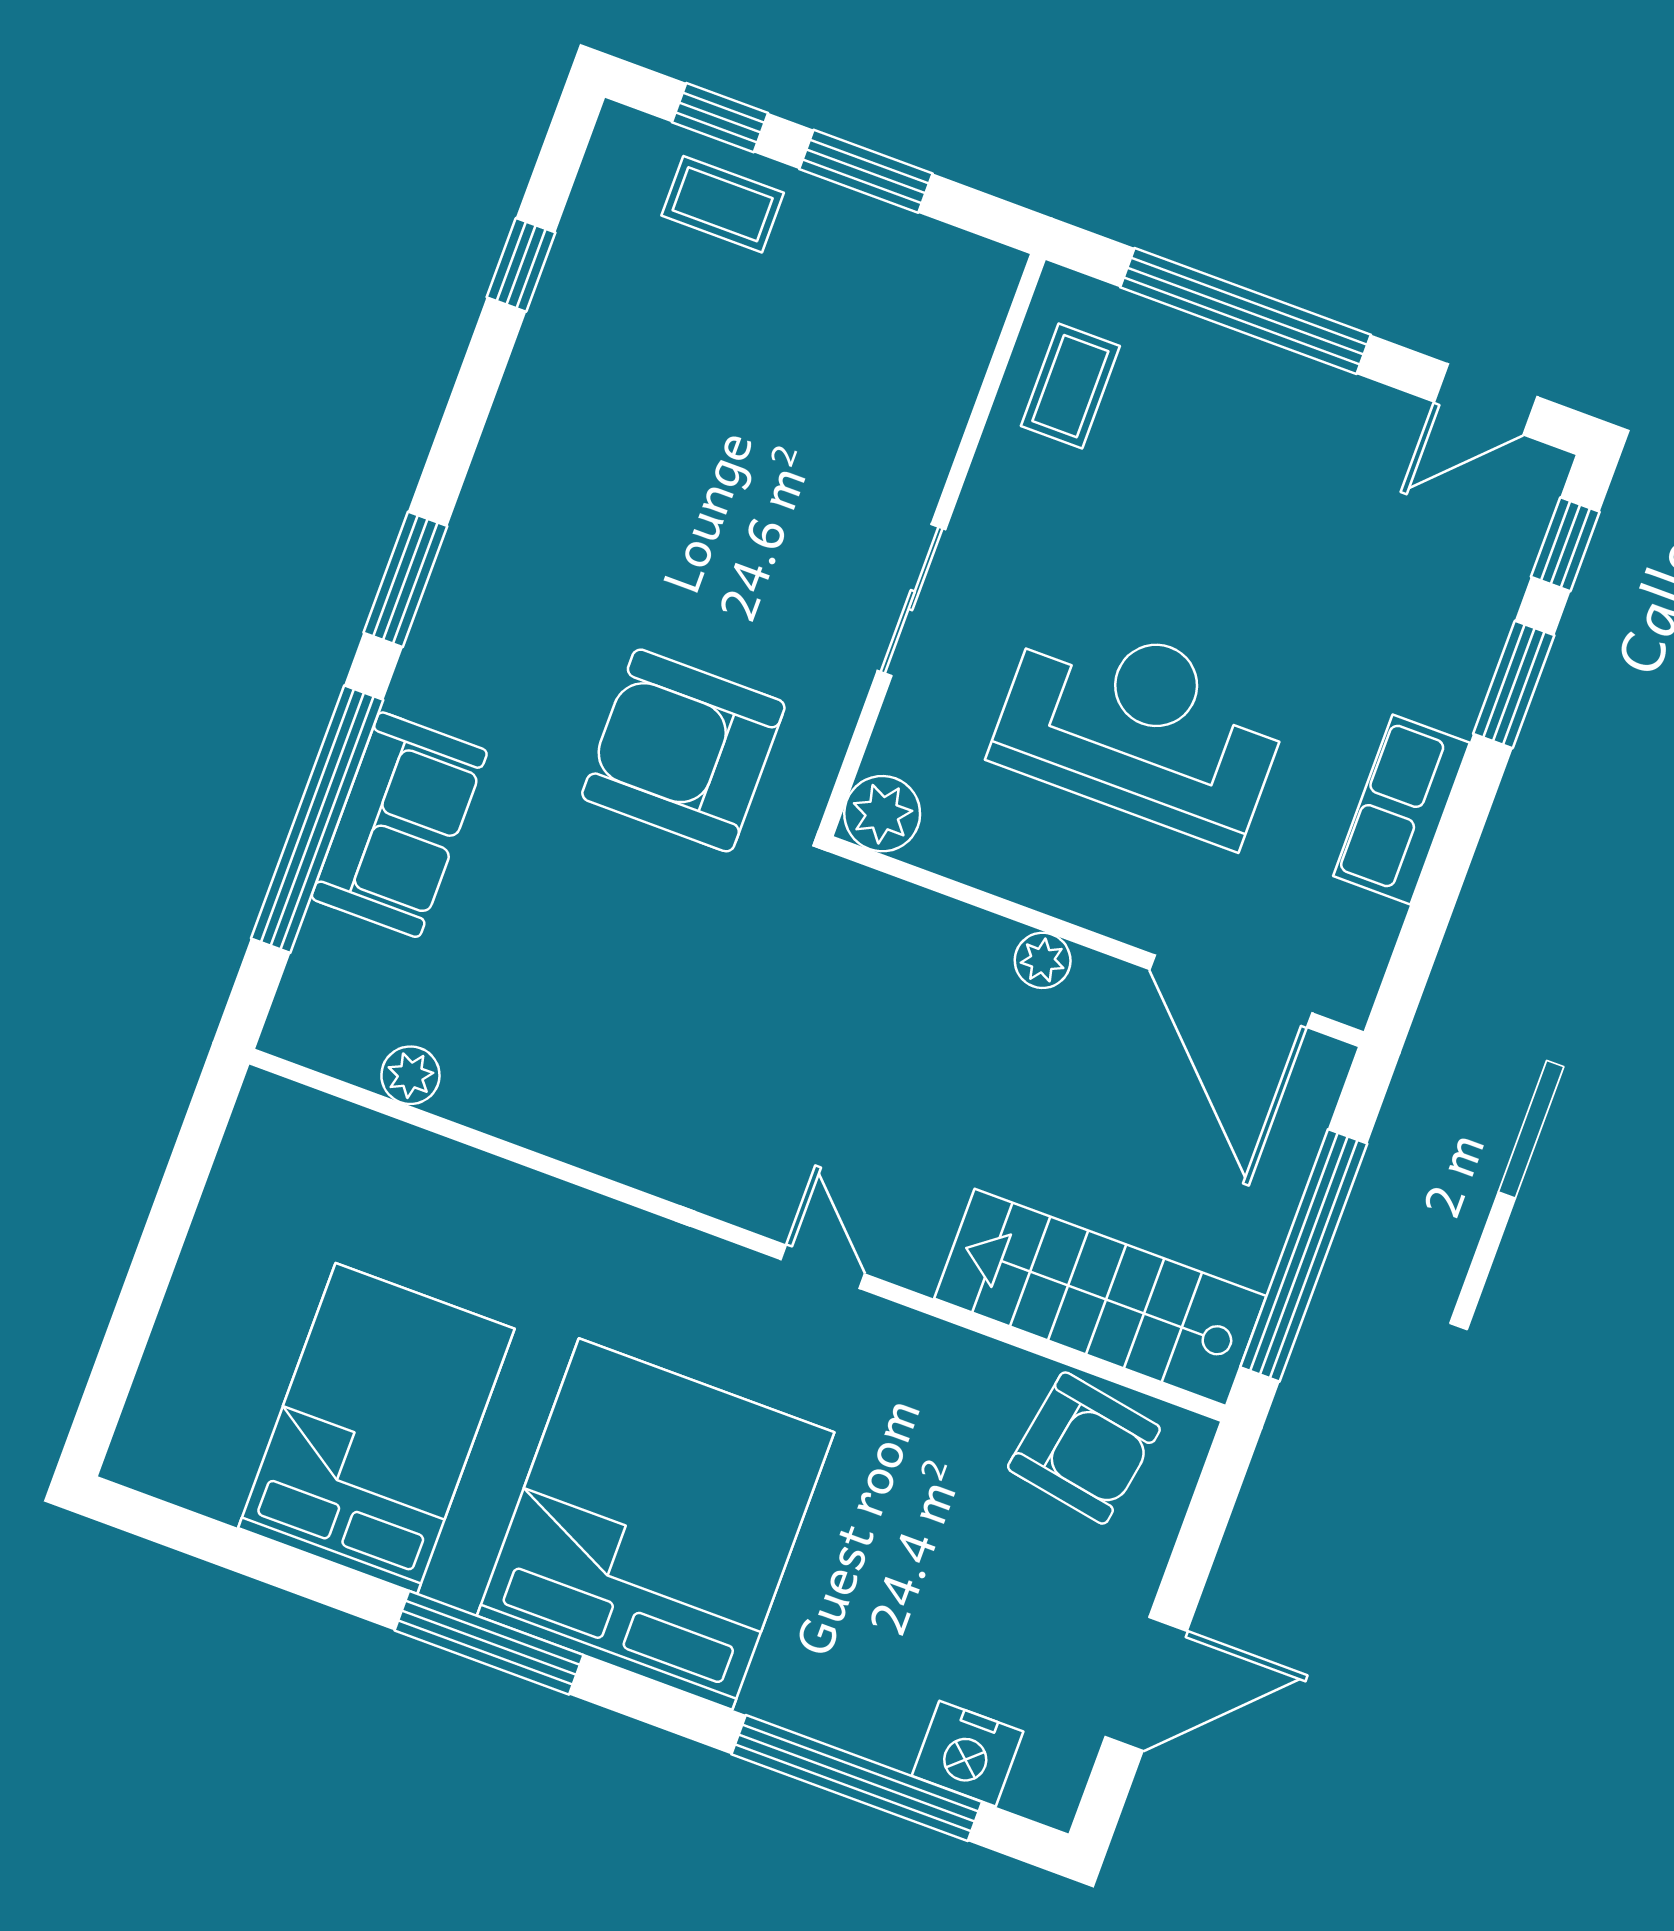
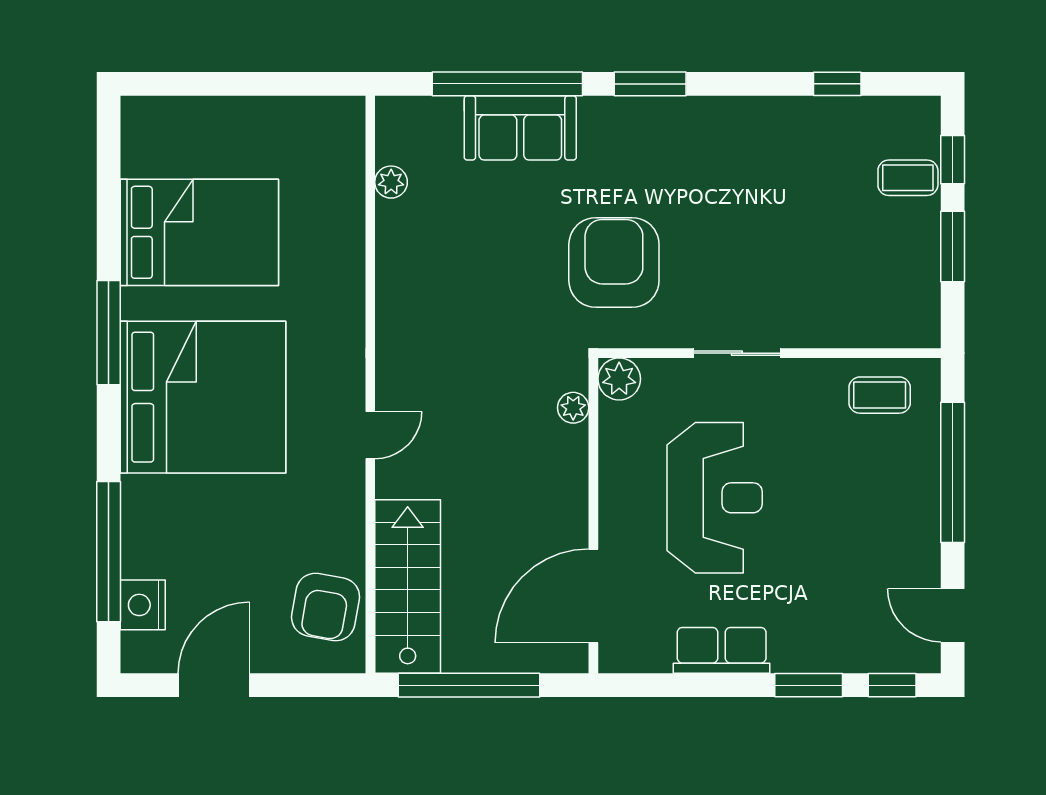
coffee table: (723, 204) -> (908, 178), turned 90
plant: (1043, 960) -> (573, 408), moved
door: (1146, 1684) -> (214, 685), swing flipped

